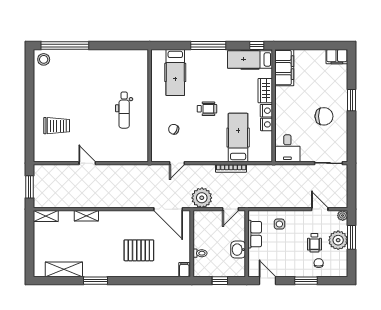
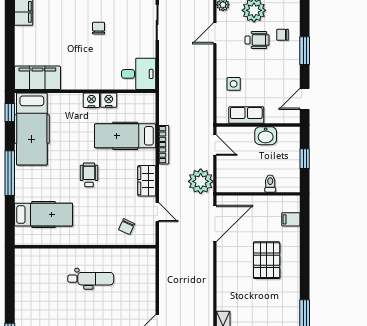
hospital bed: (250, 59) -> (32, 129), width x1.37, depth x1.29
wardrobe: (265, 91) -> (147, 181), moved, turned 90
chair: (324, 116) -> (99, 28), width x0.54, depth x0.54
chair: (174, 129) -> (127, 227), moved
filing cabinet: (184, 270) -> (291, 219), moved

